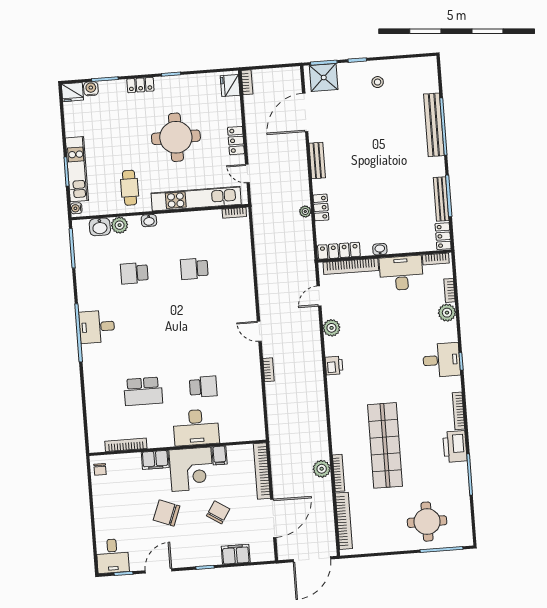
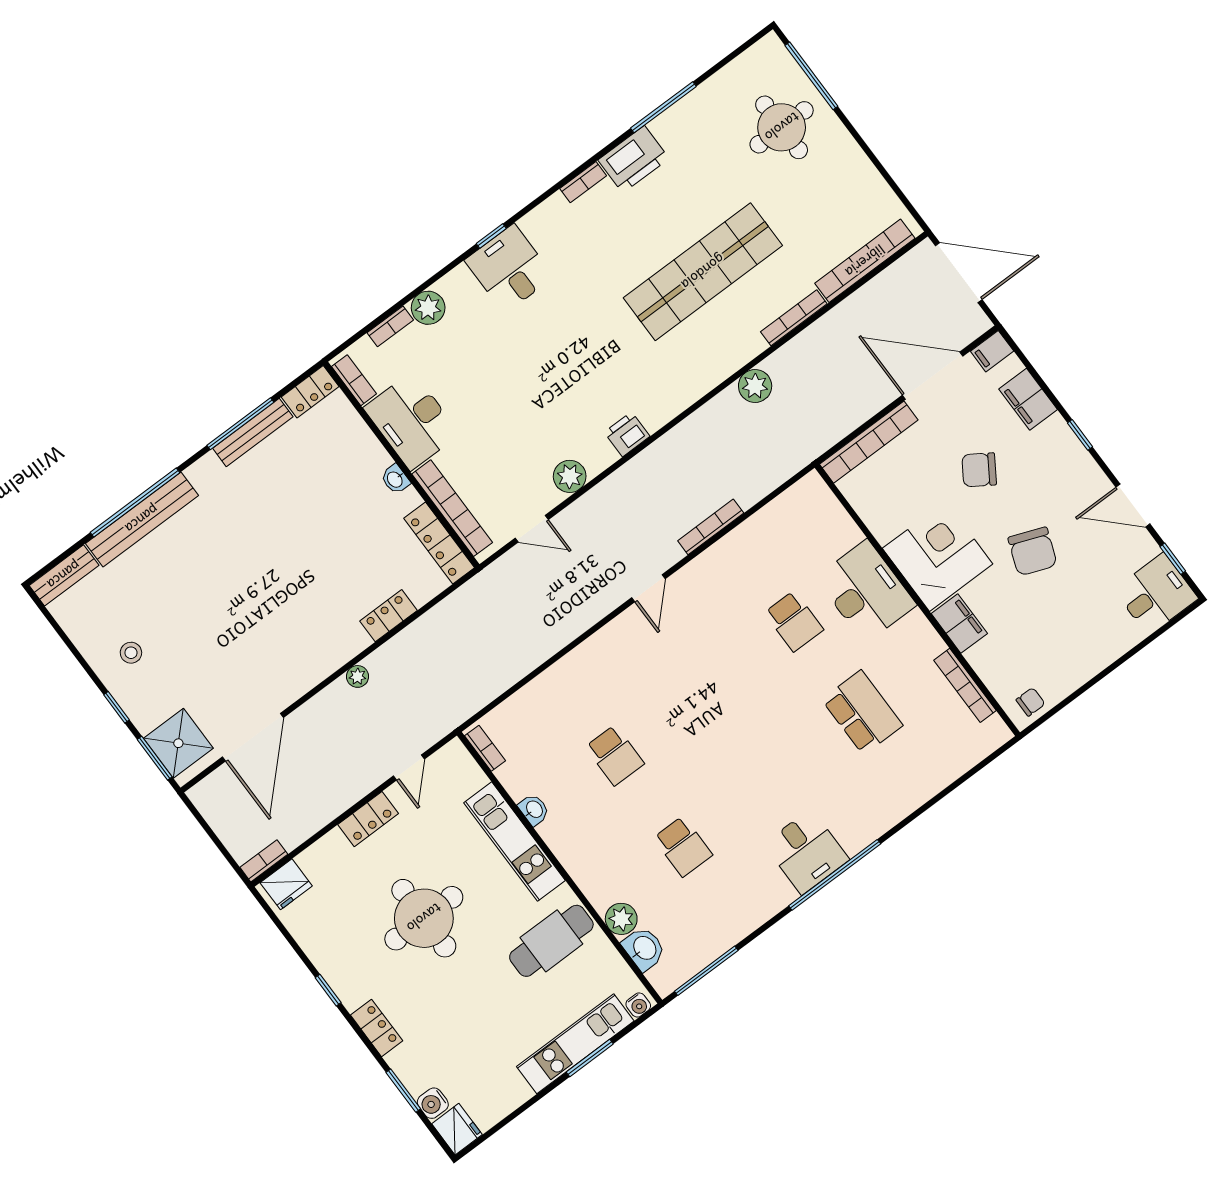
door: (305, 112) -> (253, 737), hinge flipped
bench: (317, 161) -> (64, 575), moved
cafe table: (130, 188) -> (551, 941), width x1.37, depth x1.35
kitchen unit: (196, 199) -> (515, 842), width x0.73
plant: (305, 212) -> (357, 676), moved
washbasin: (149, 221) -> (534, 810), moved
bookcase: (268, 370) -> (711, 527), width x1.56
school desk: (203, 387) -> (794, 621), turned 180
bookcase: (458, 411) -> (583, 182), width x0.64
filing cabinet: (220, 455) -> (992, 351), moved, turned 180
plant: (322, 469) -> (755, 386), moved

